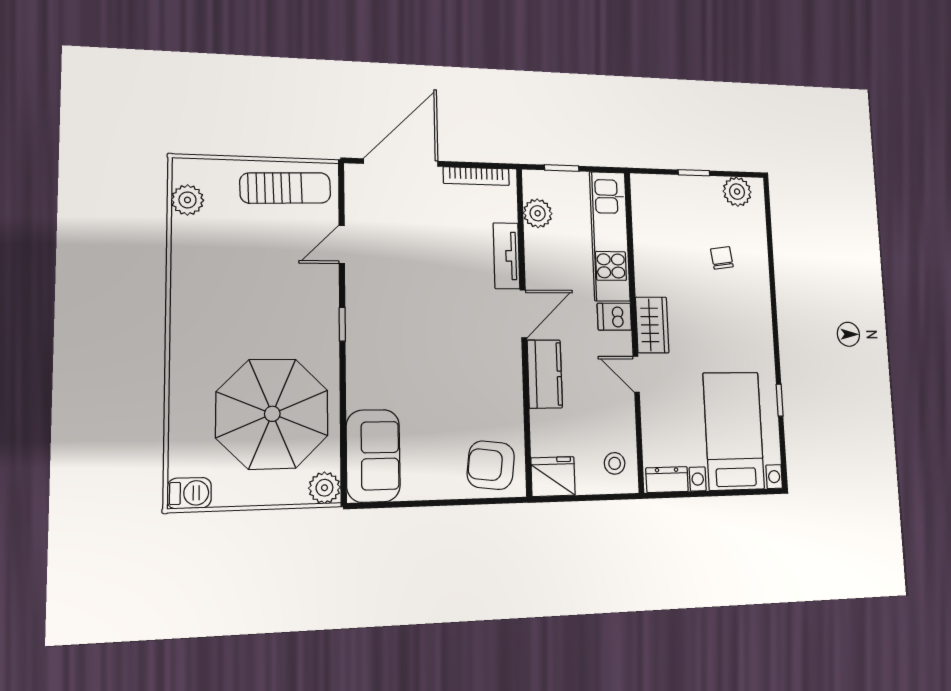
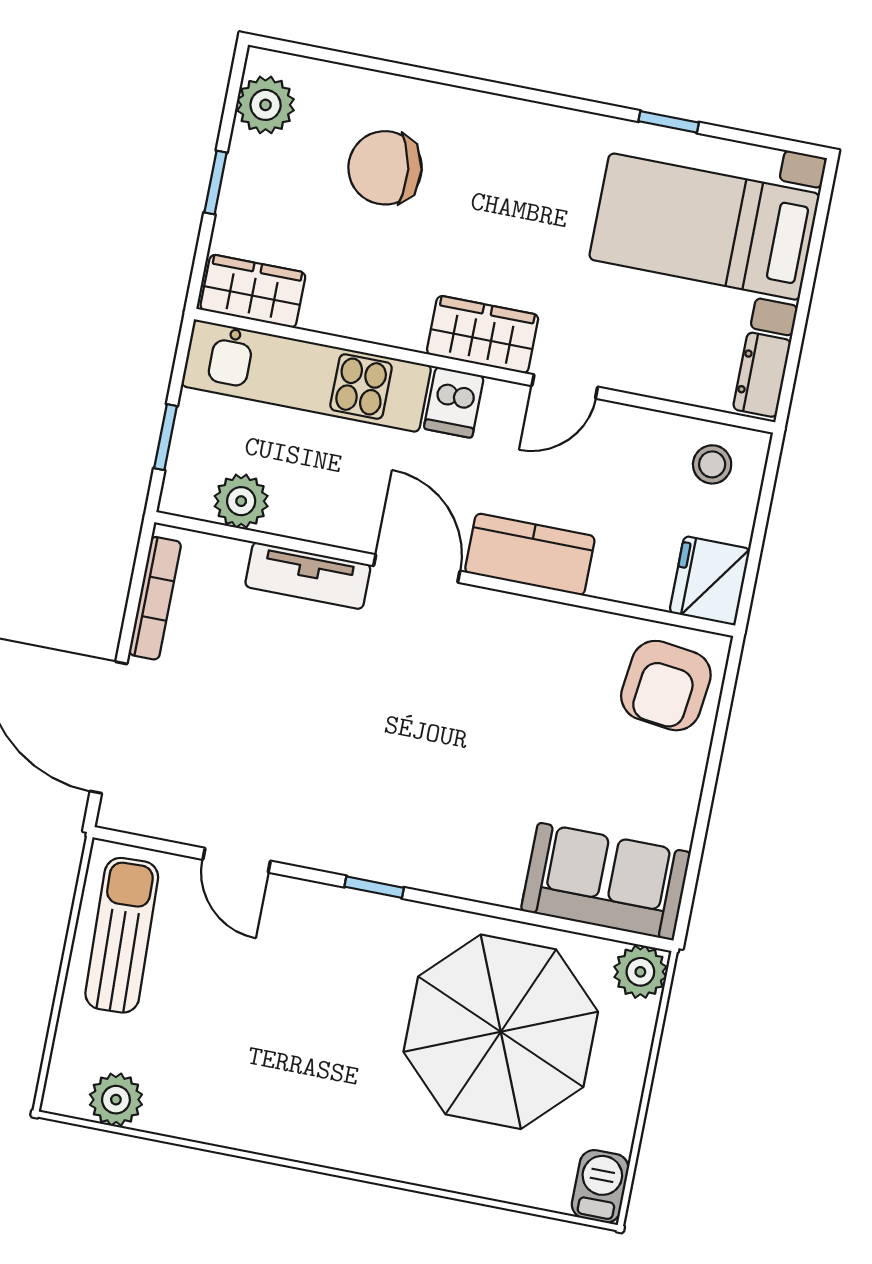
wardrobe: (646, 201) -> (253, 291), added
chair: (722, 258) -> (385, 168), width x1.87, depth x1.87

